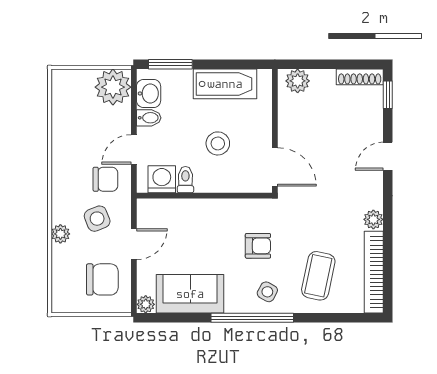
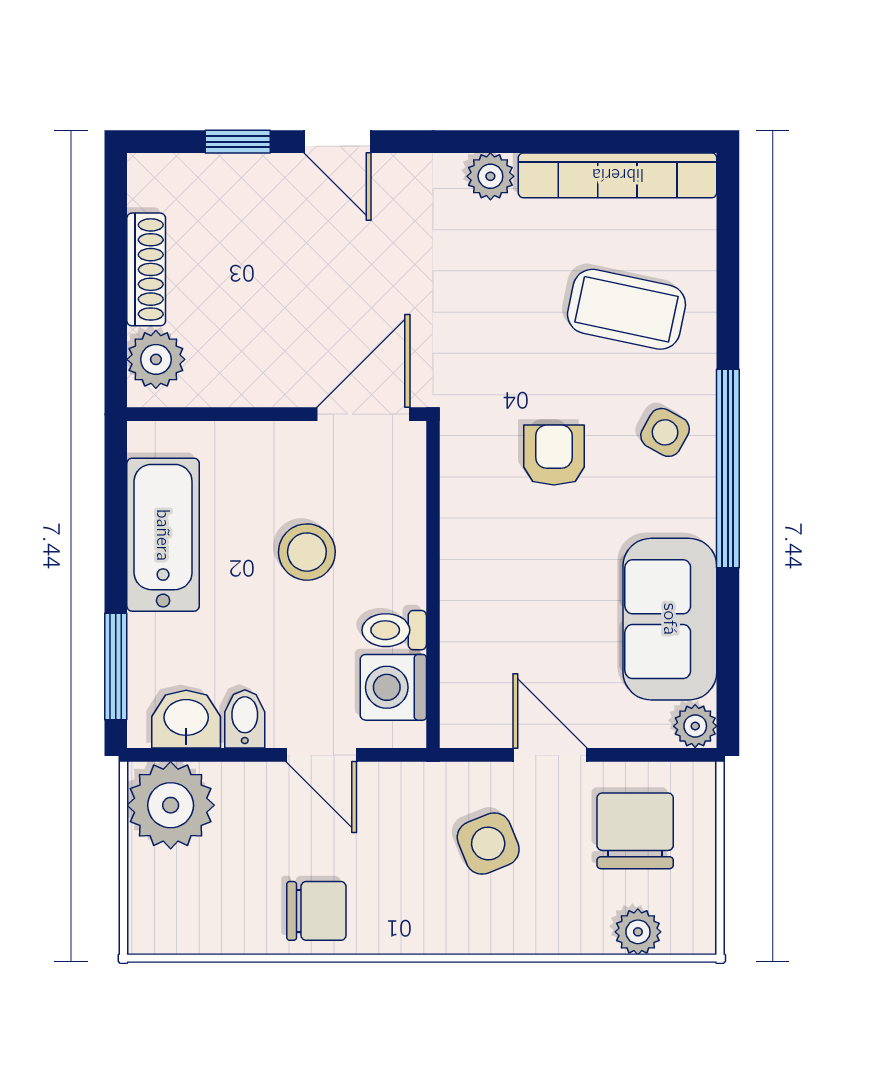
shoe rack: (360, 77) -> (146, 269), moved
window: (388, 95) -> (238, 142), moved
chair: (105, 179) -> (316, 911), moved, turned 90
plant: (60, 234) -> (638, 932), moved

